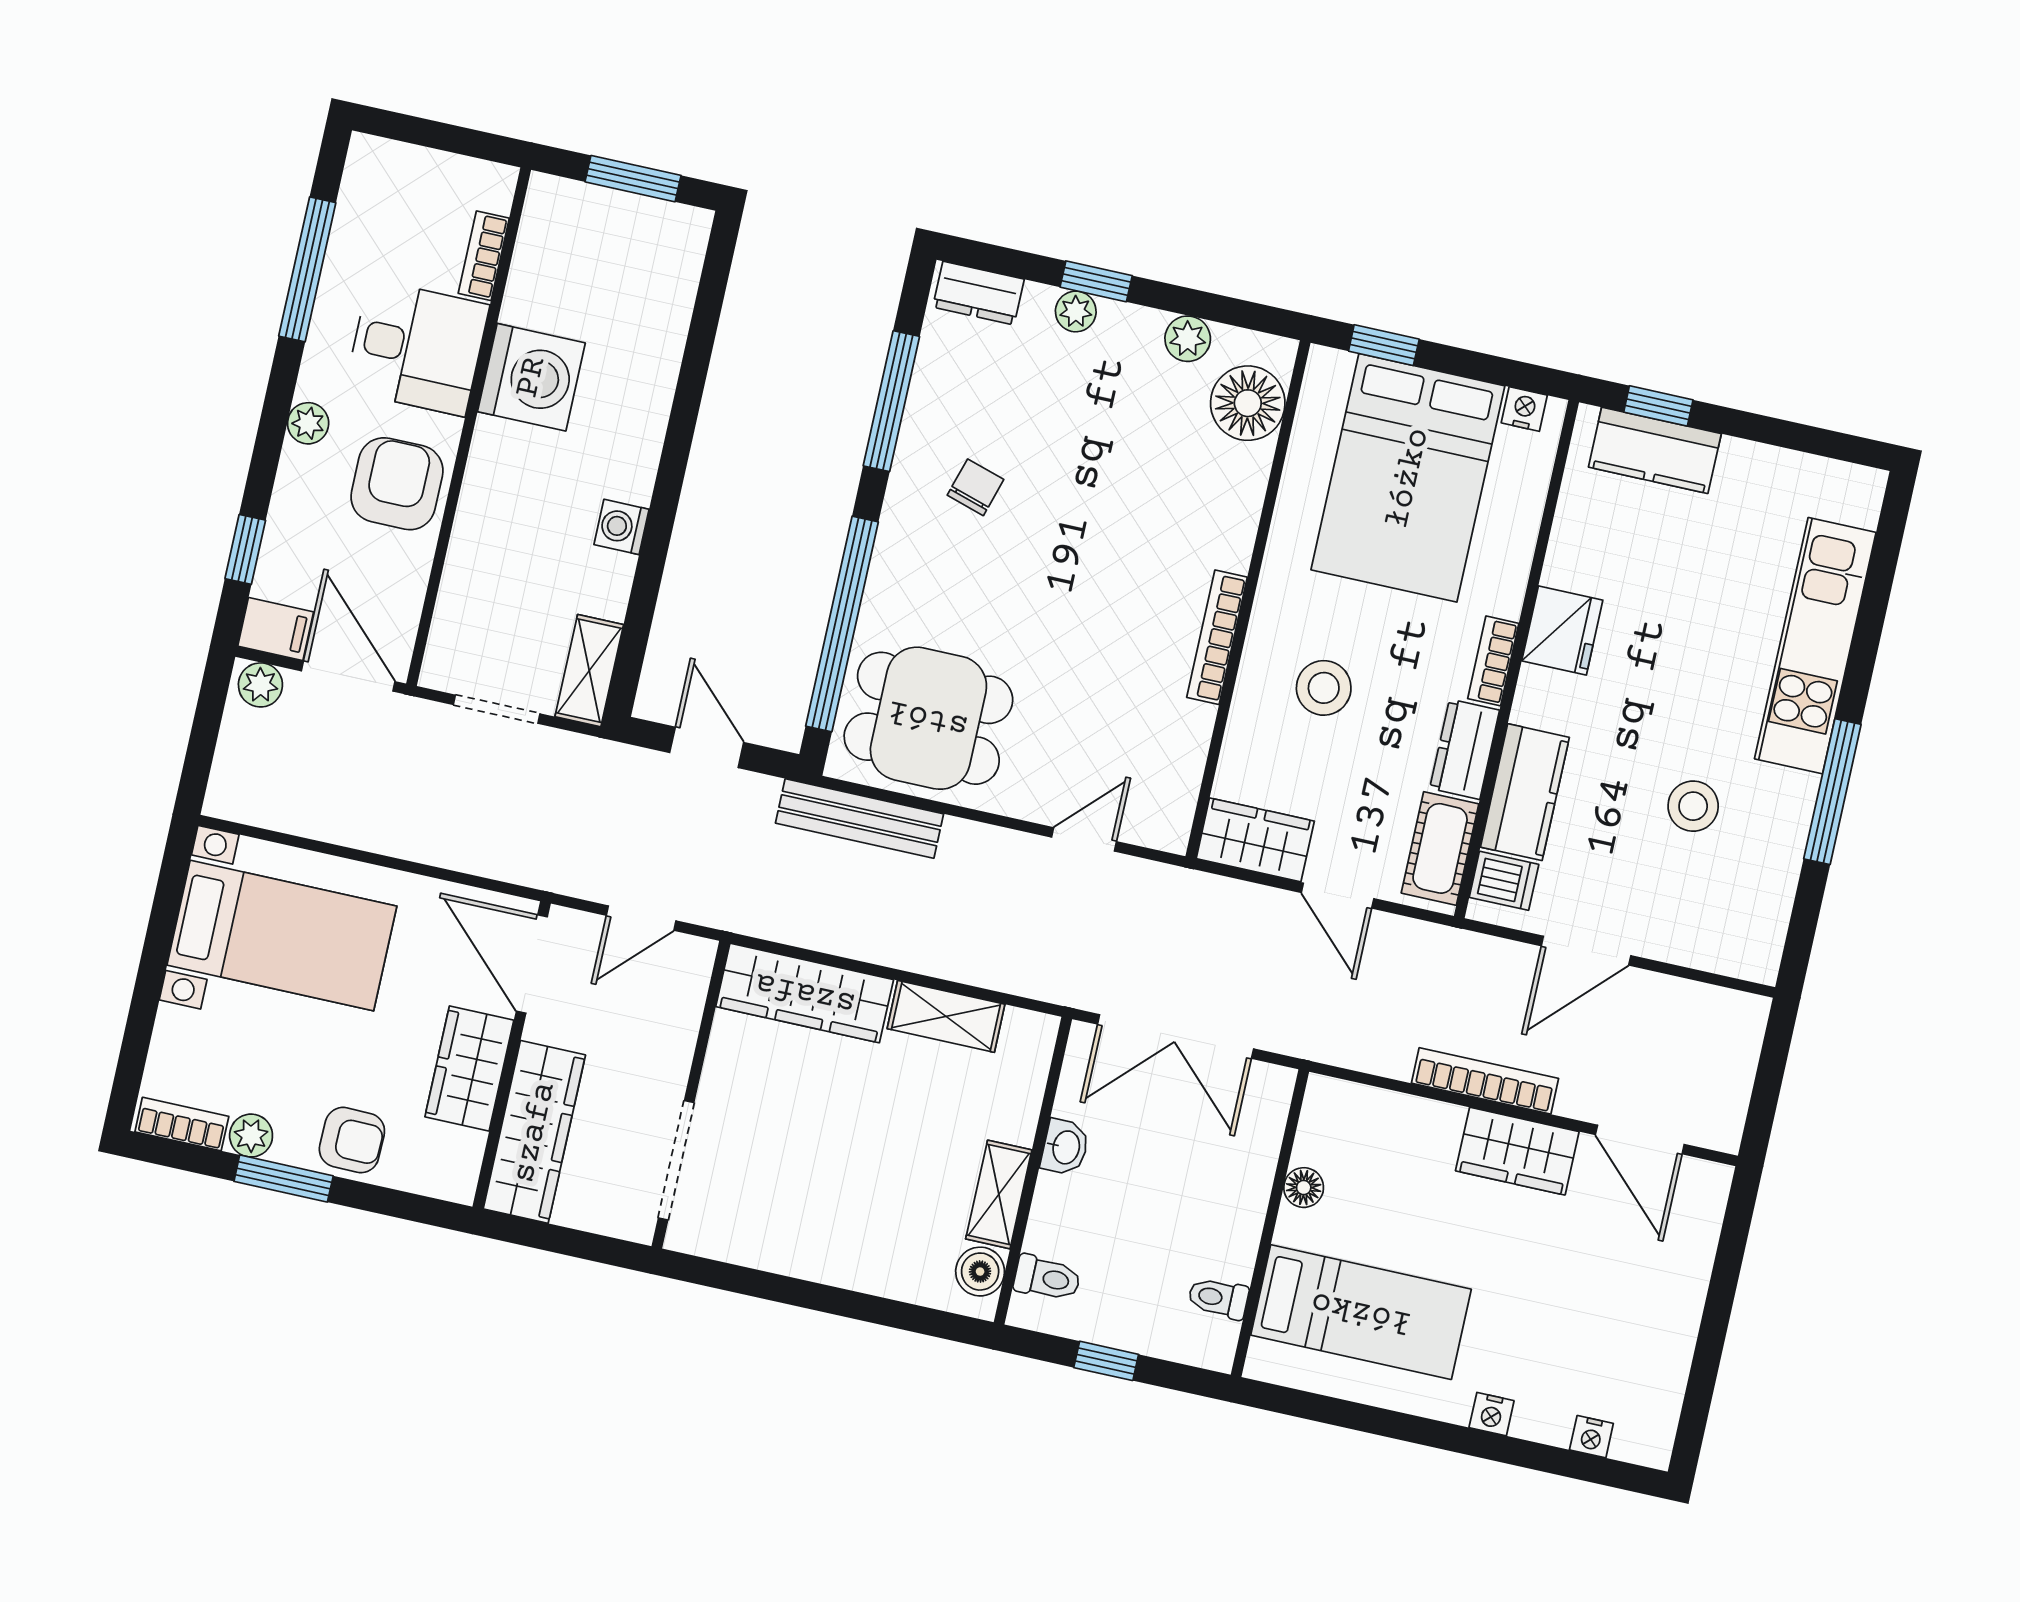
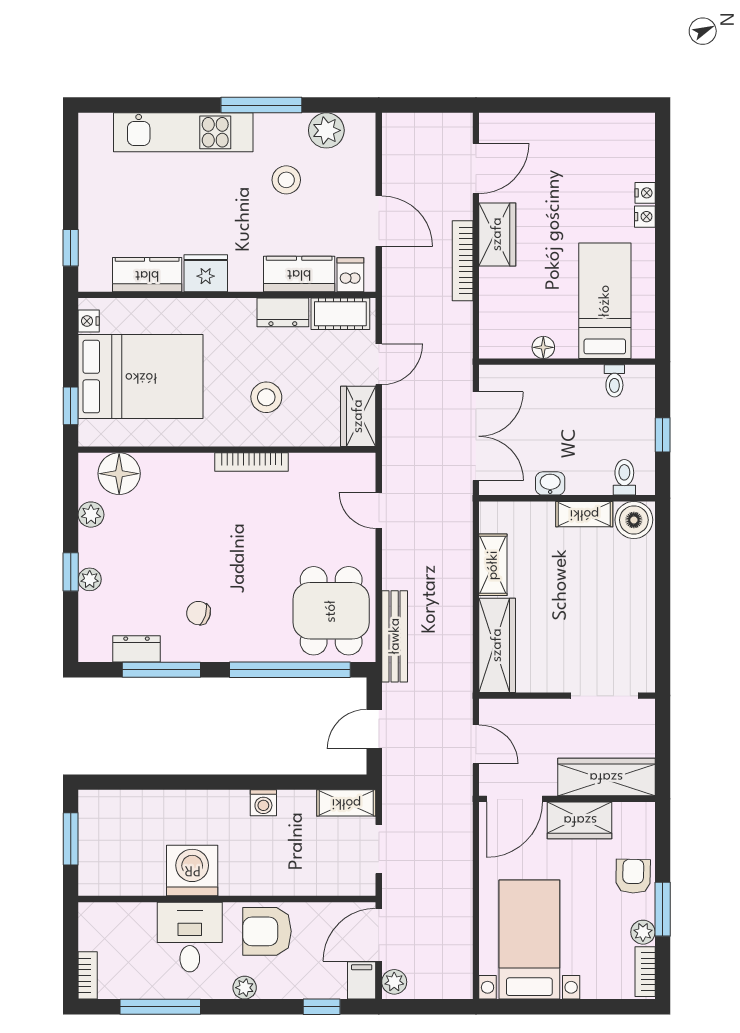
bookcase: (484, 256) -> (88, 975), moved, turned -90
dresser: (978, 293) -> (136, 649), moved, turned -90
kitchen counter: (1655, 450) -> (147, 275), moved, turned -90
bookcase: (1493, 661) -> (231, 307), removed
plant: (1763, 895) -> (326, 130), added
boiler: (980, 1272) -> (634, 520), width x1.36, depth x1.36
nightstand: (1591, 1437) -> (645, 193), moved

